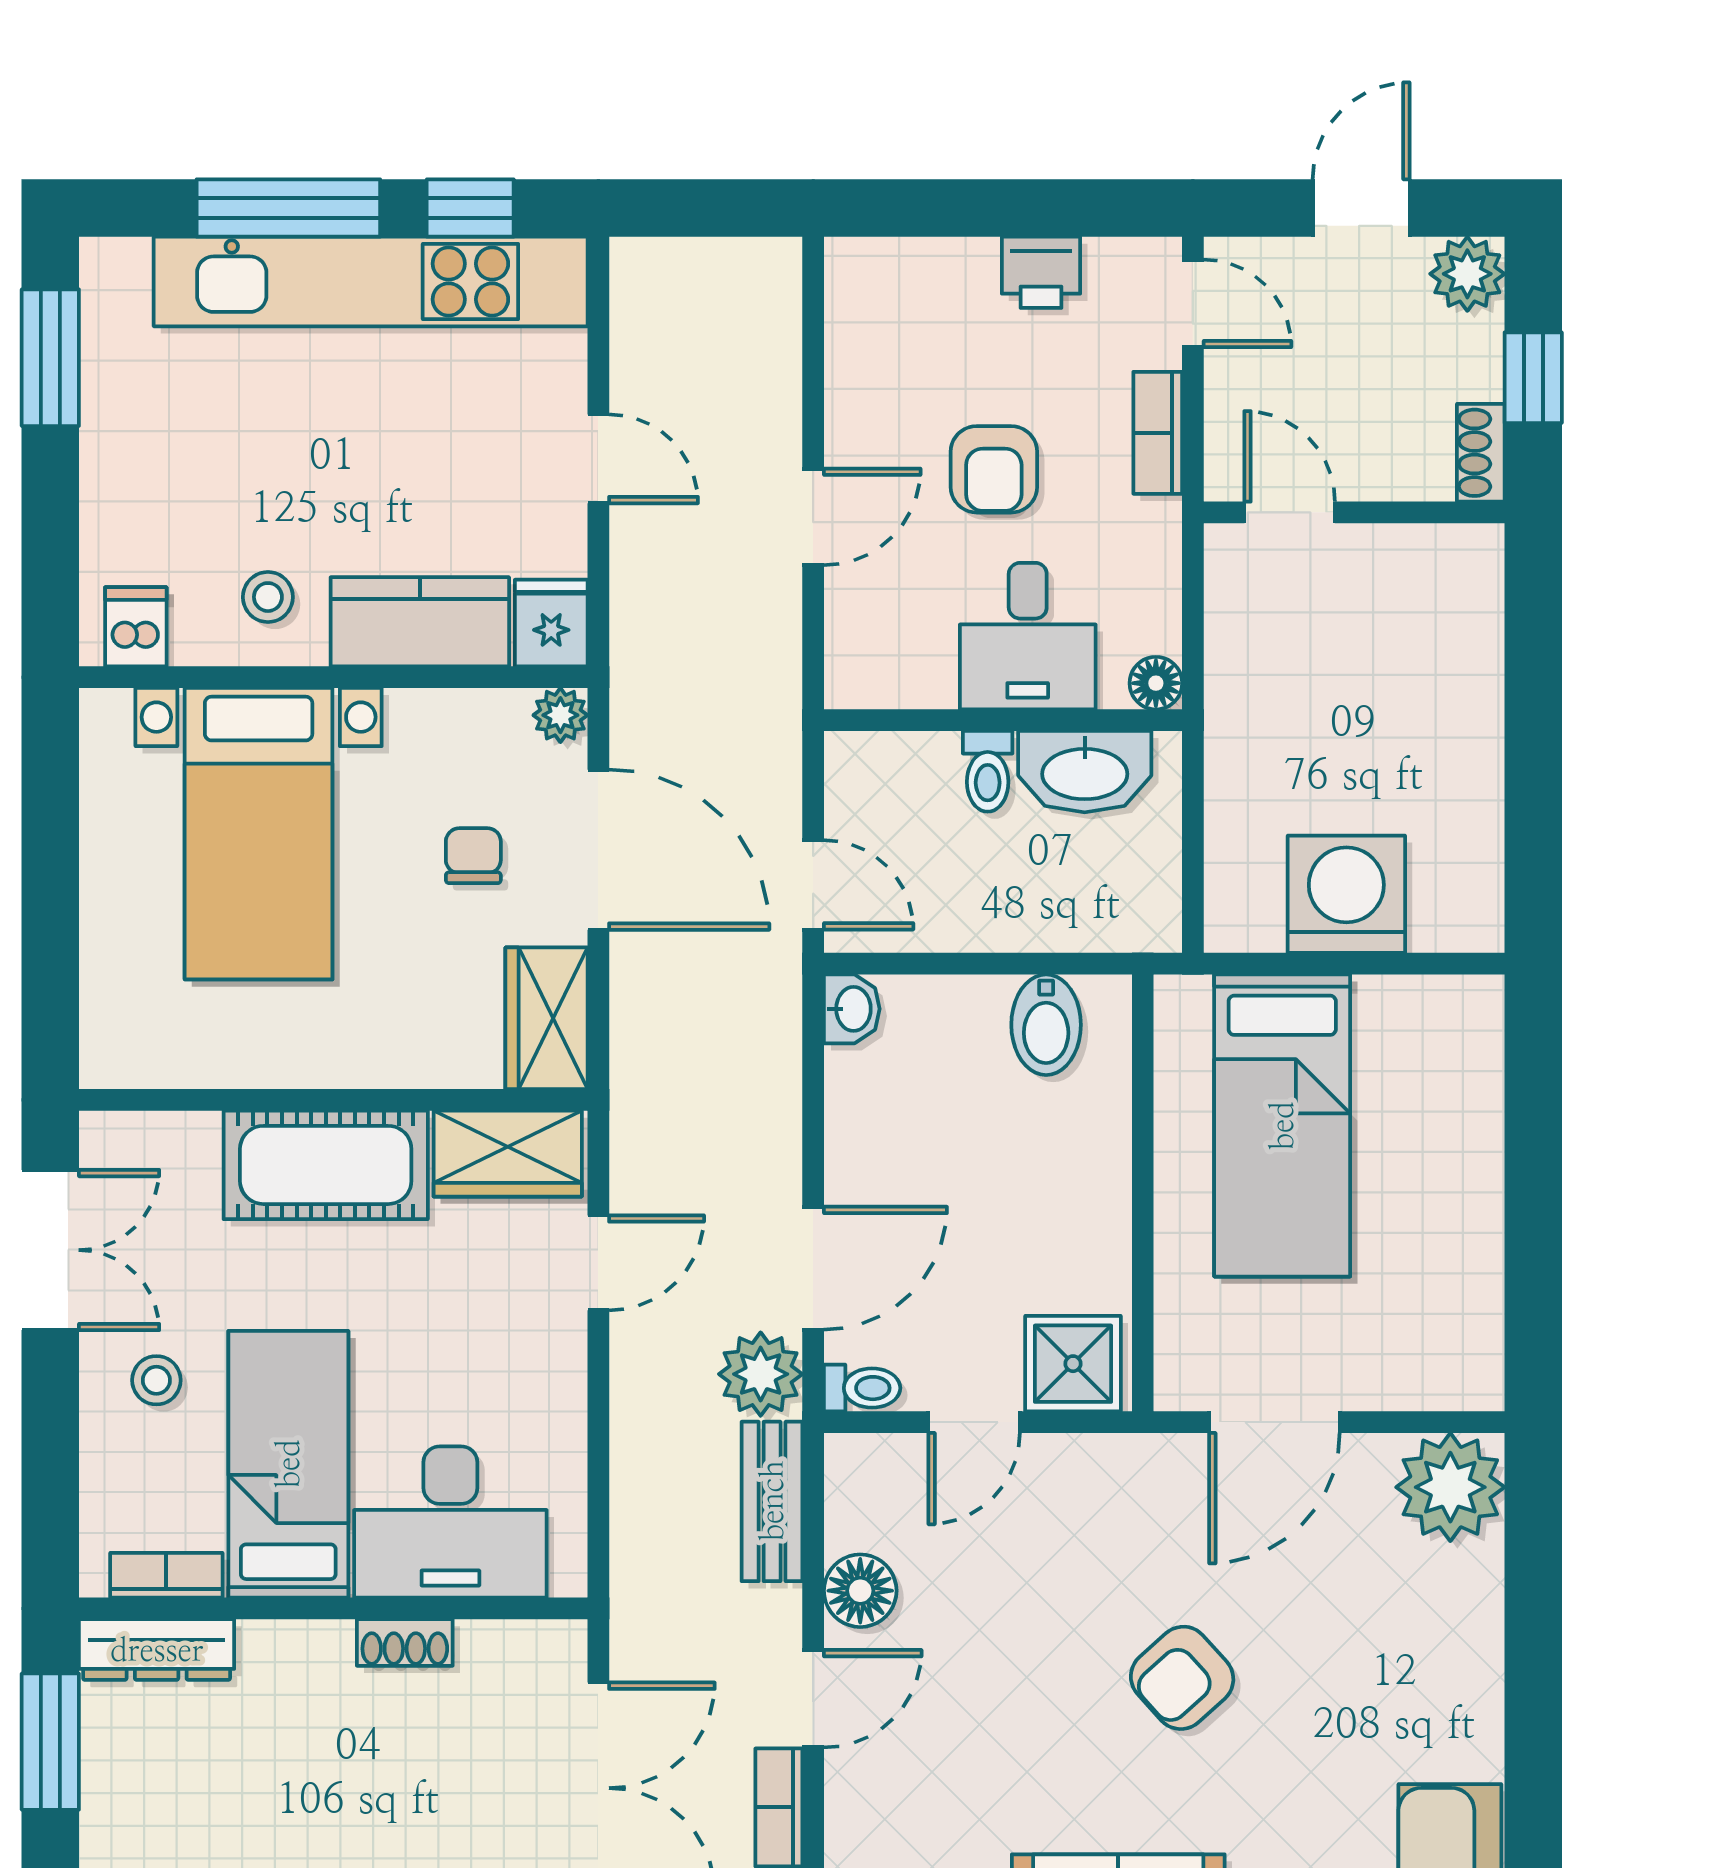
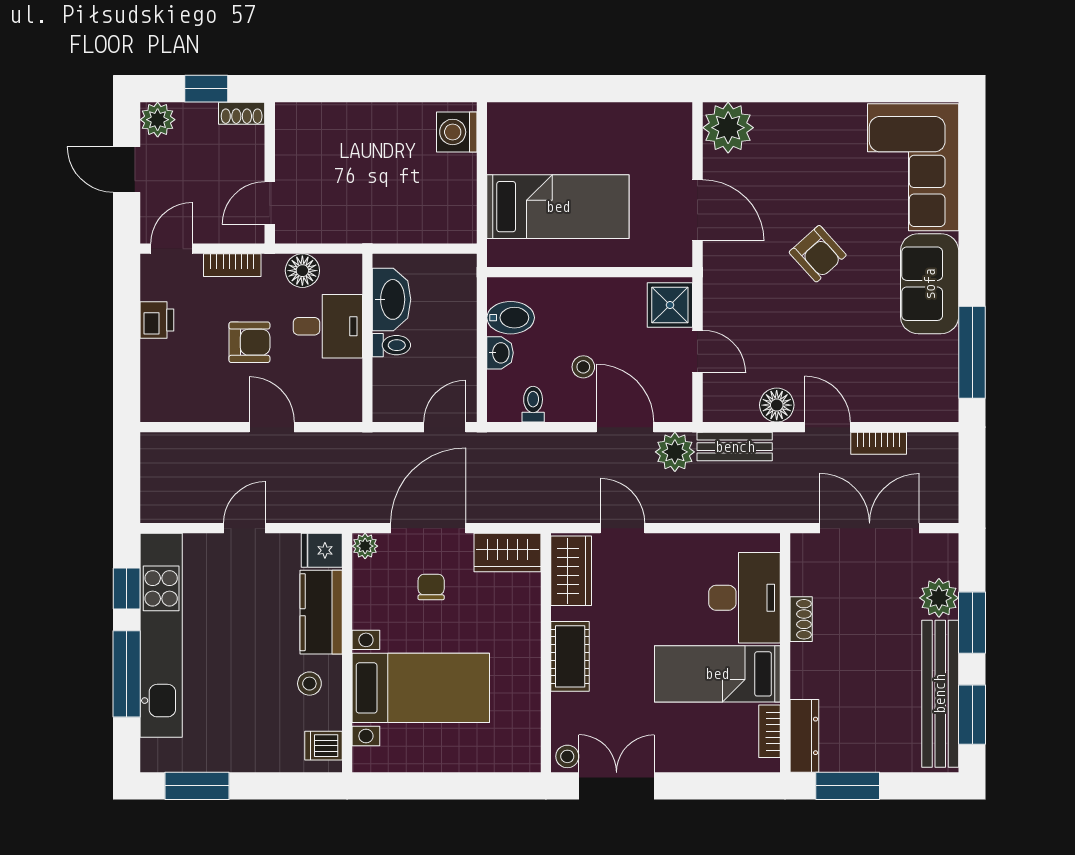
floor lamp: (1156, 683) -> (302, 271), moved, width x1.37, depth x1.37
chair: (473, 856) -> (431, 587), turned 90
washing machine: (1346, 894) -> (457, 132), moved, width x0.73, depth x0.73
washbasin: (852, 1009) -> (500, 353), moved, turned 90
cot: (326, 1165) -> (570, 656), width x0.73, depth x0.75
stool: (941, 1179) -> (583, 367), added
stool: (156, 1380) -> (567, 756), moved
toilet: (862, 1388) -> (533, 404), moved

